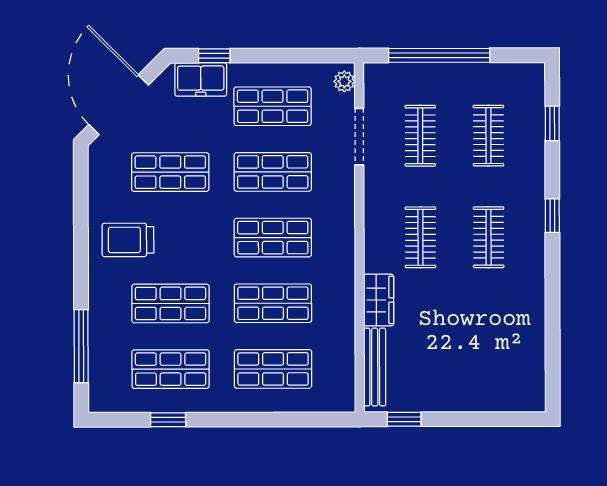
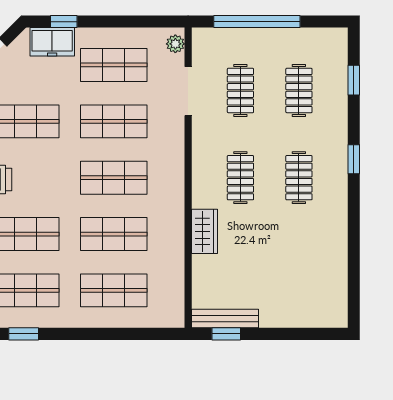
bench: (375, 367) -> (225, 319), moved, turned 90

